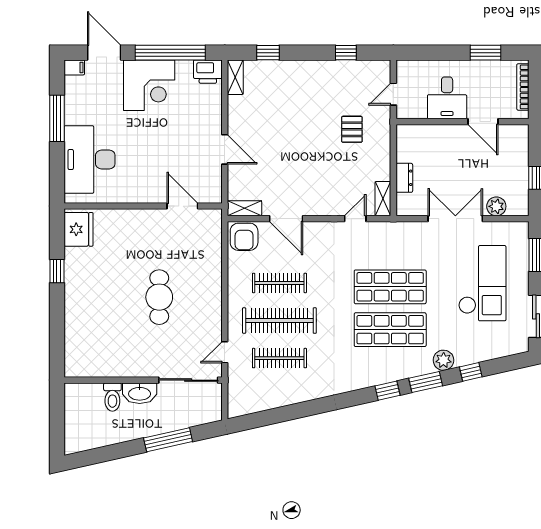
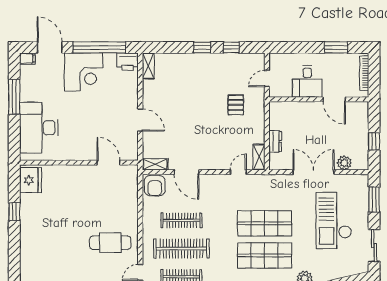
window: (268, 53) -> (202, 47), moved
checkout: (482, 283) -> (334, 221), turned 180
cafe table: (159, 297) -> (110, 243), moved, turned 90

